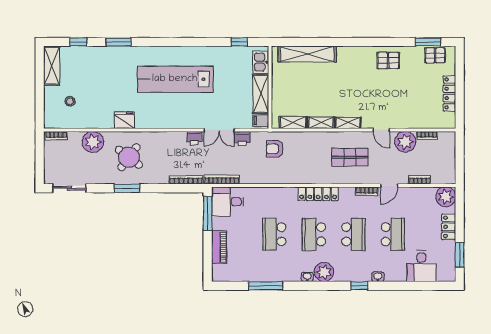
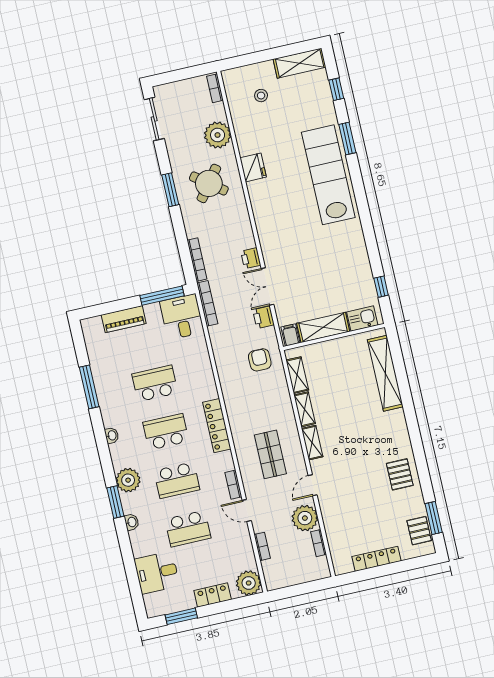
lab bench: (175, 79) -> (328, 175), moved
plant: (324, 272) -> (128, 480), moved
window: (359, 286) -> (115, 502), width x1.50

